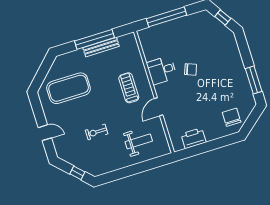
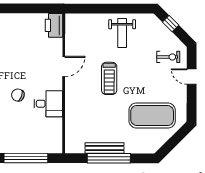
treadmill: (129, 88) -> (109, 78), moved
exercise bike: (97, 132) -> (168, 57), moved
printer: (193, 138) -> (54, 25), moved, turned 90
weight bench: (139, 141) -> (122, 33), moved, turned -90

